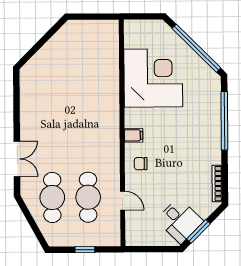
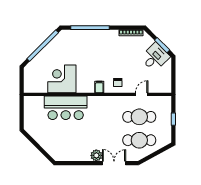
corner desk: (153, 78) -> (62, 79), width x0.74, depth x0.74
bar counter: (101, 84) -> (66, 108), added
plant: (28, 132) -> (96, 155), added

